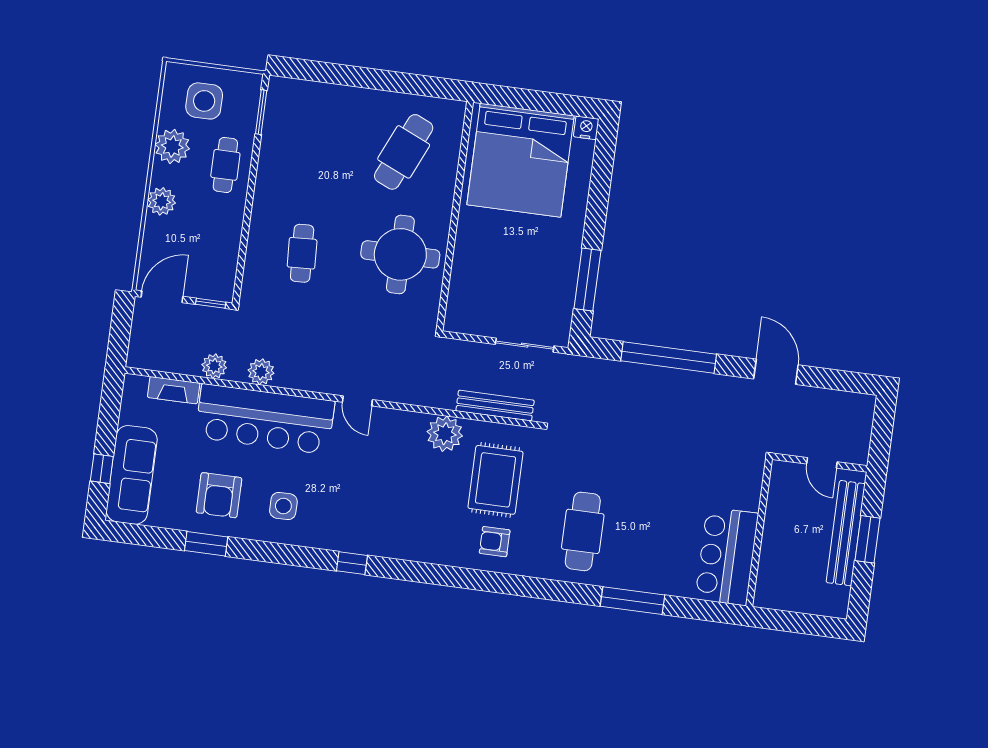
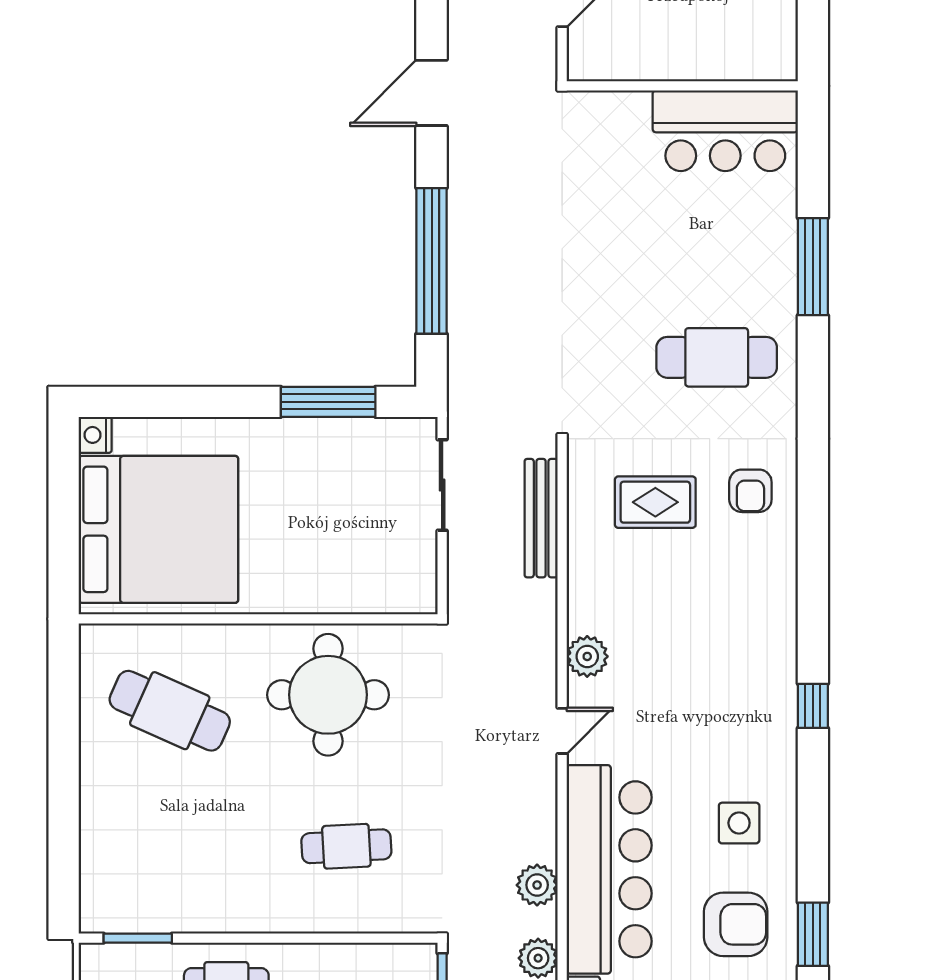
plant: (445, 434) -> (587, 656), moved, width x0.73, depth x0.73
rug: (495, 480) -> (655, 502), width x0.73, depth x0.70

